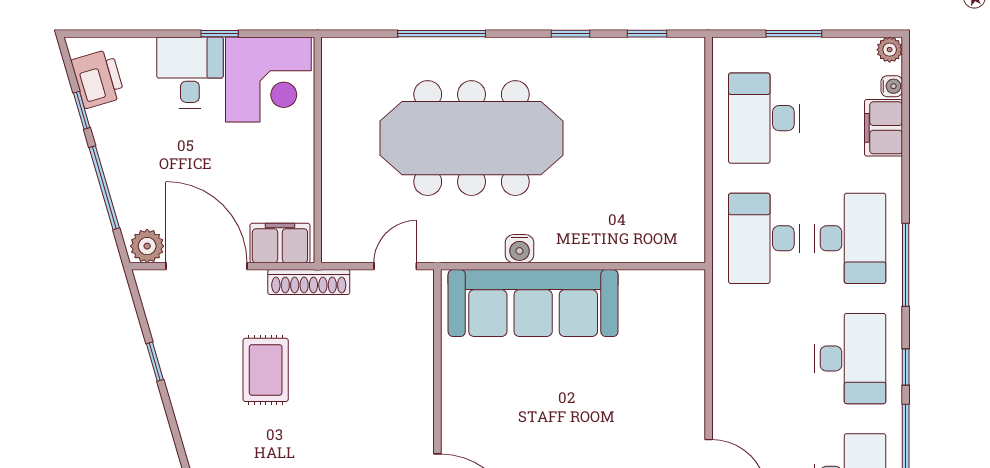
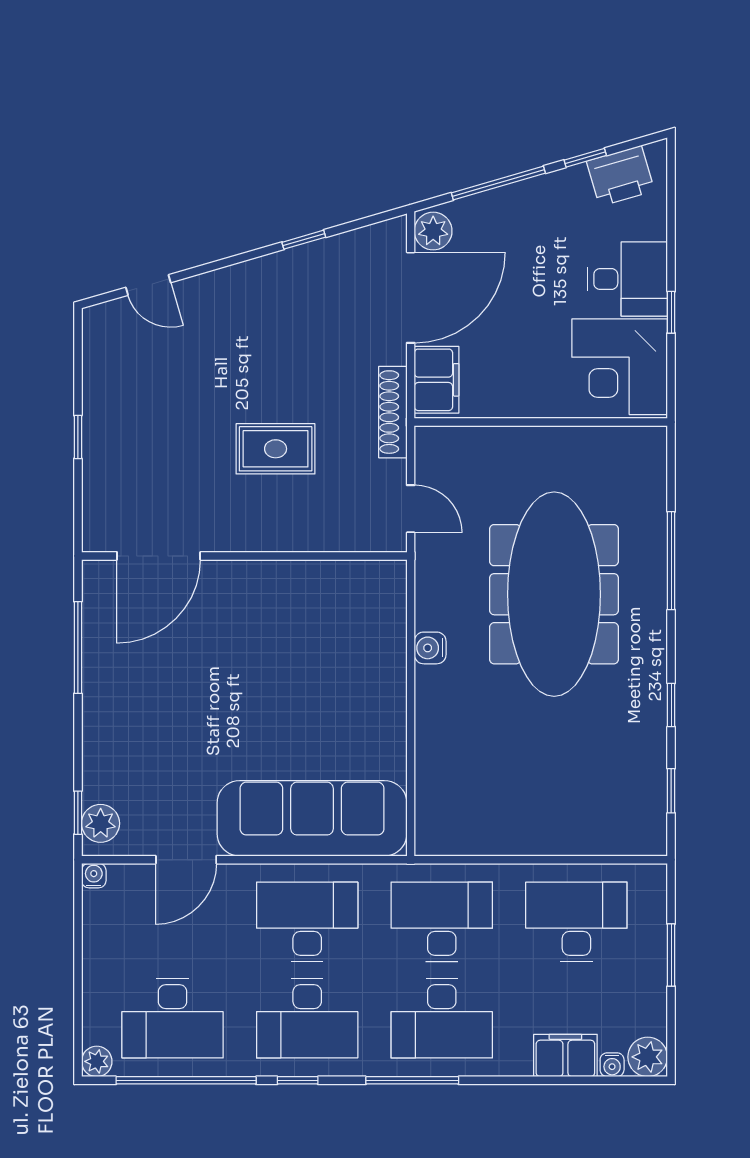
plant: (890, 50) -> (648, 1057), width x1.38, depth x1.38
sofa: (533, 303) -> (312, 818), moved, turned 90
desk: (764, 359) -> (307, 922), added
rug: (266, 370) -> (276, 449), moved

